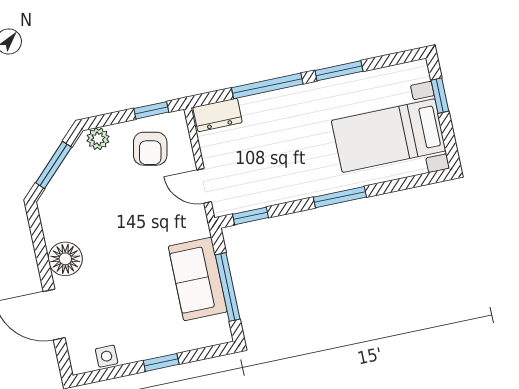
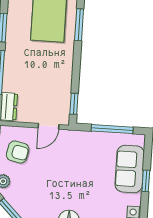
window: (340, 197) -> (79, 25), moved
sofa: (198, 279) -> (130, 169), moved, turned 90

